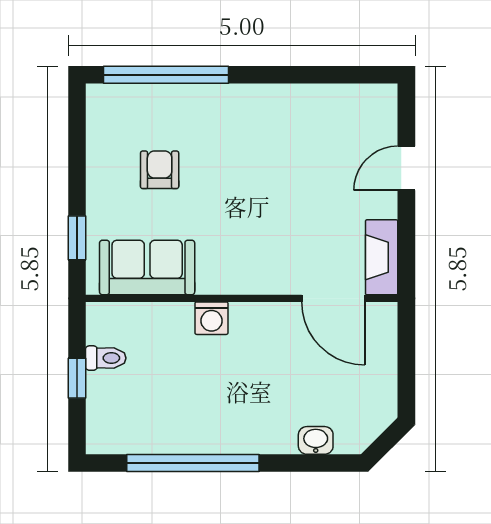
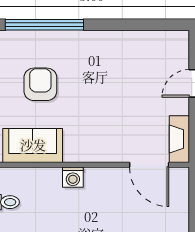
armchair: (160, 170) -> (40, 84), width x1.38, depth x1.38

